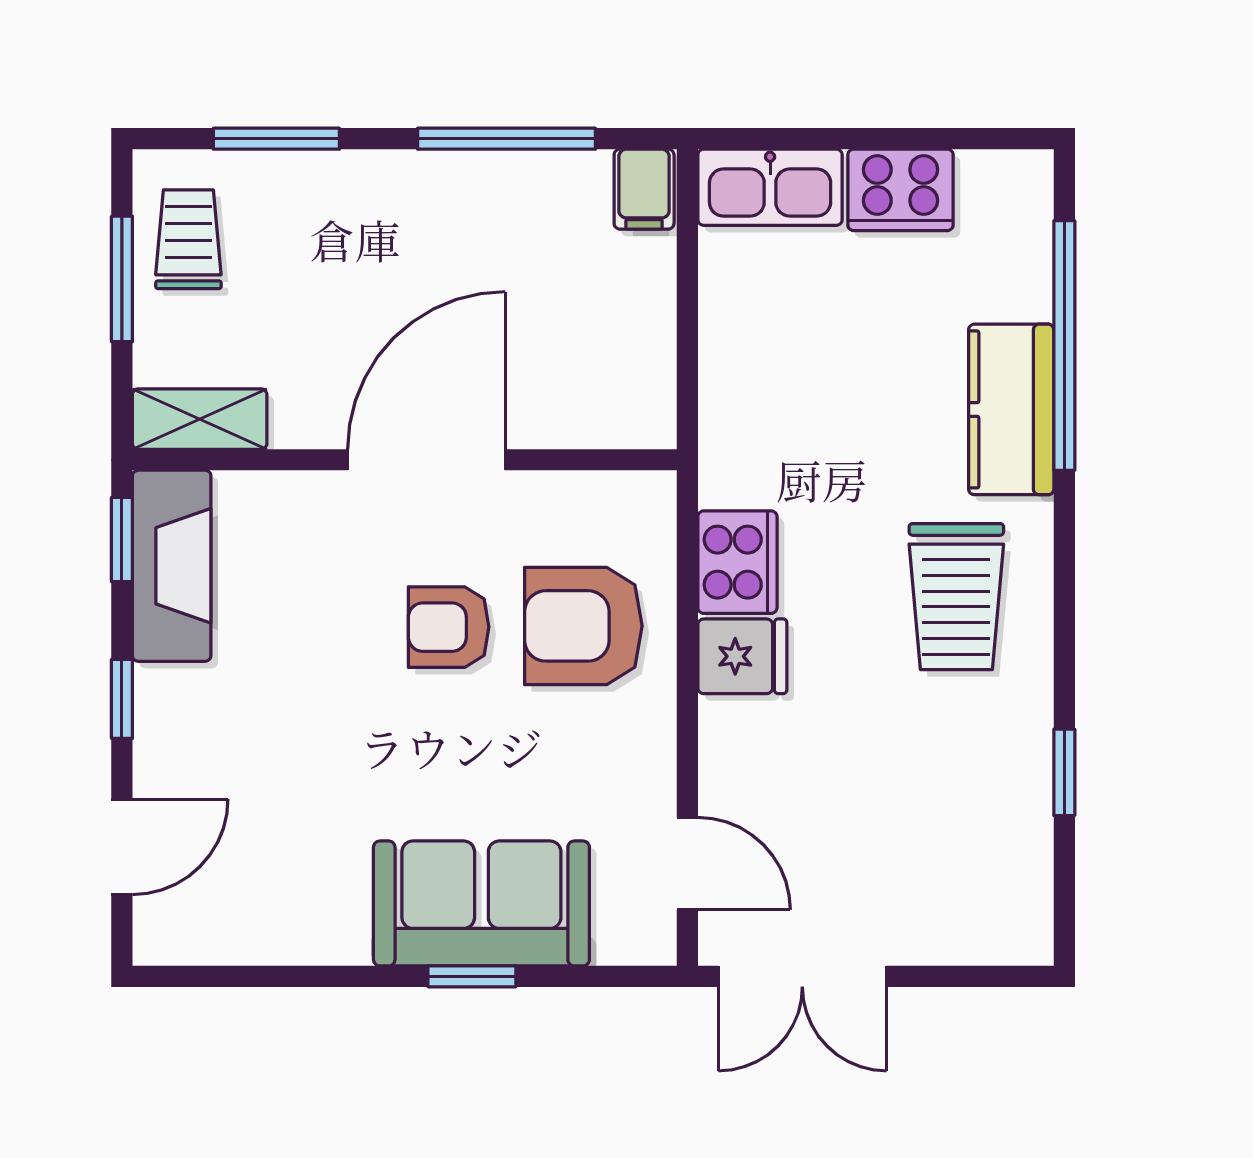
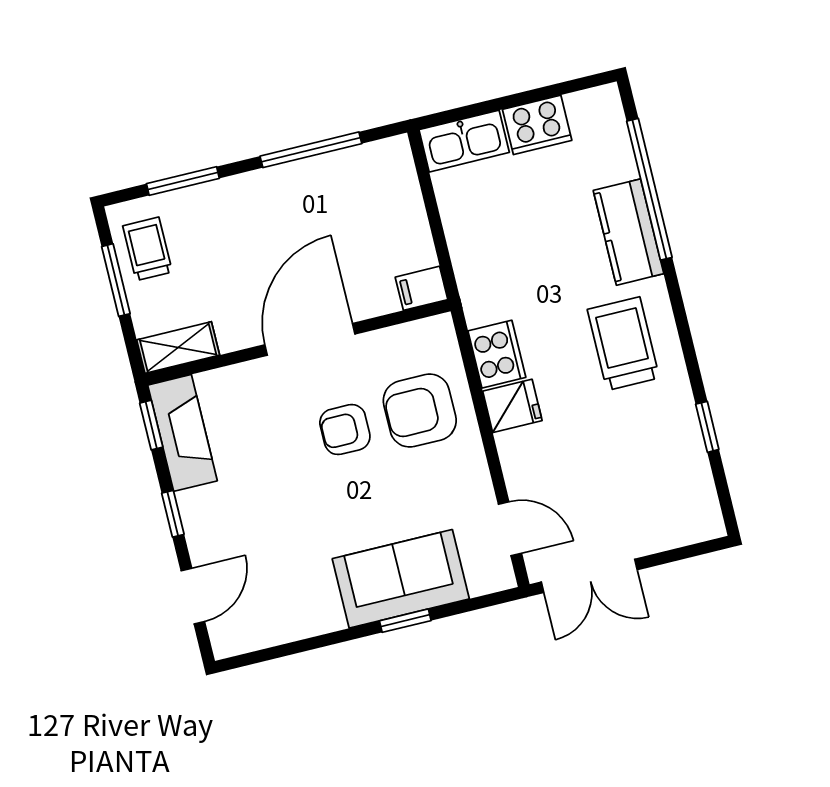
filing cabinet: (644, 189) -> (422, 288), moved, turned 90
trolley: (956, 597) -> (623, 344), turned 180

